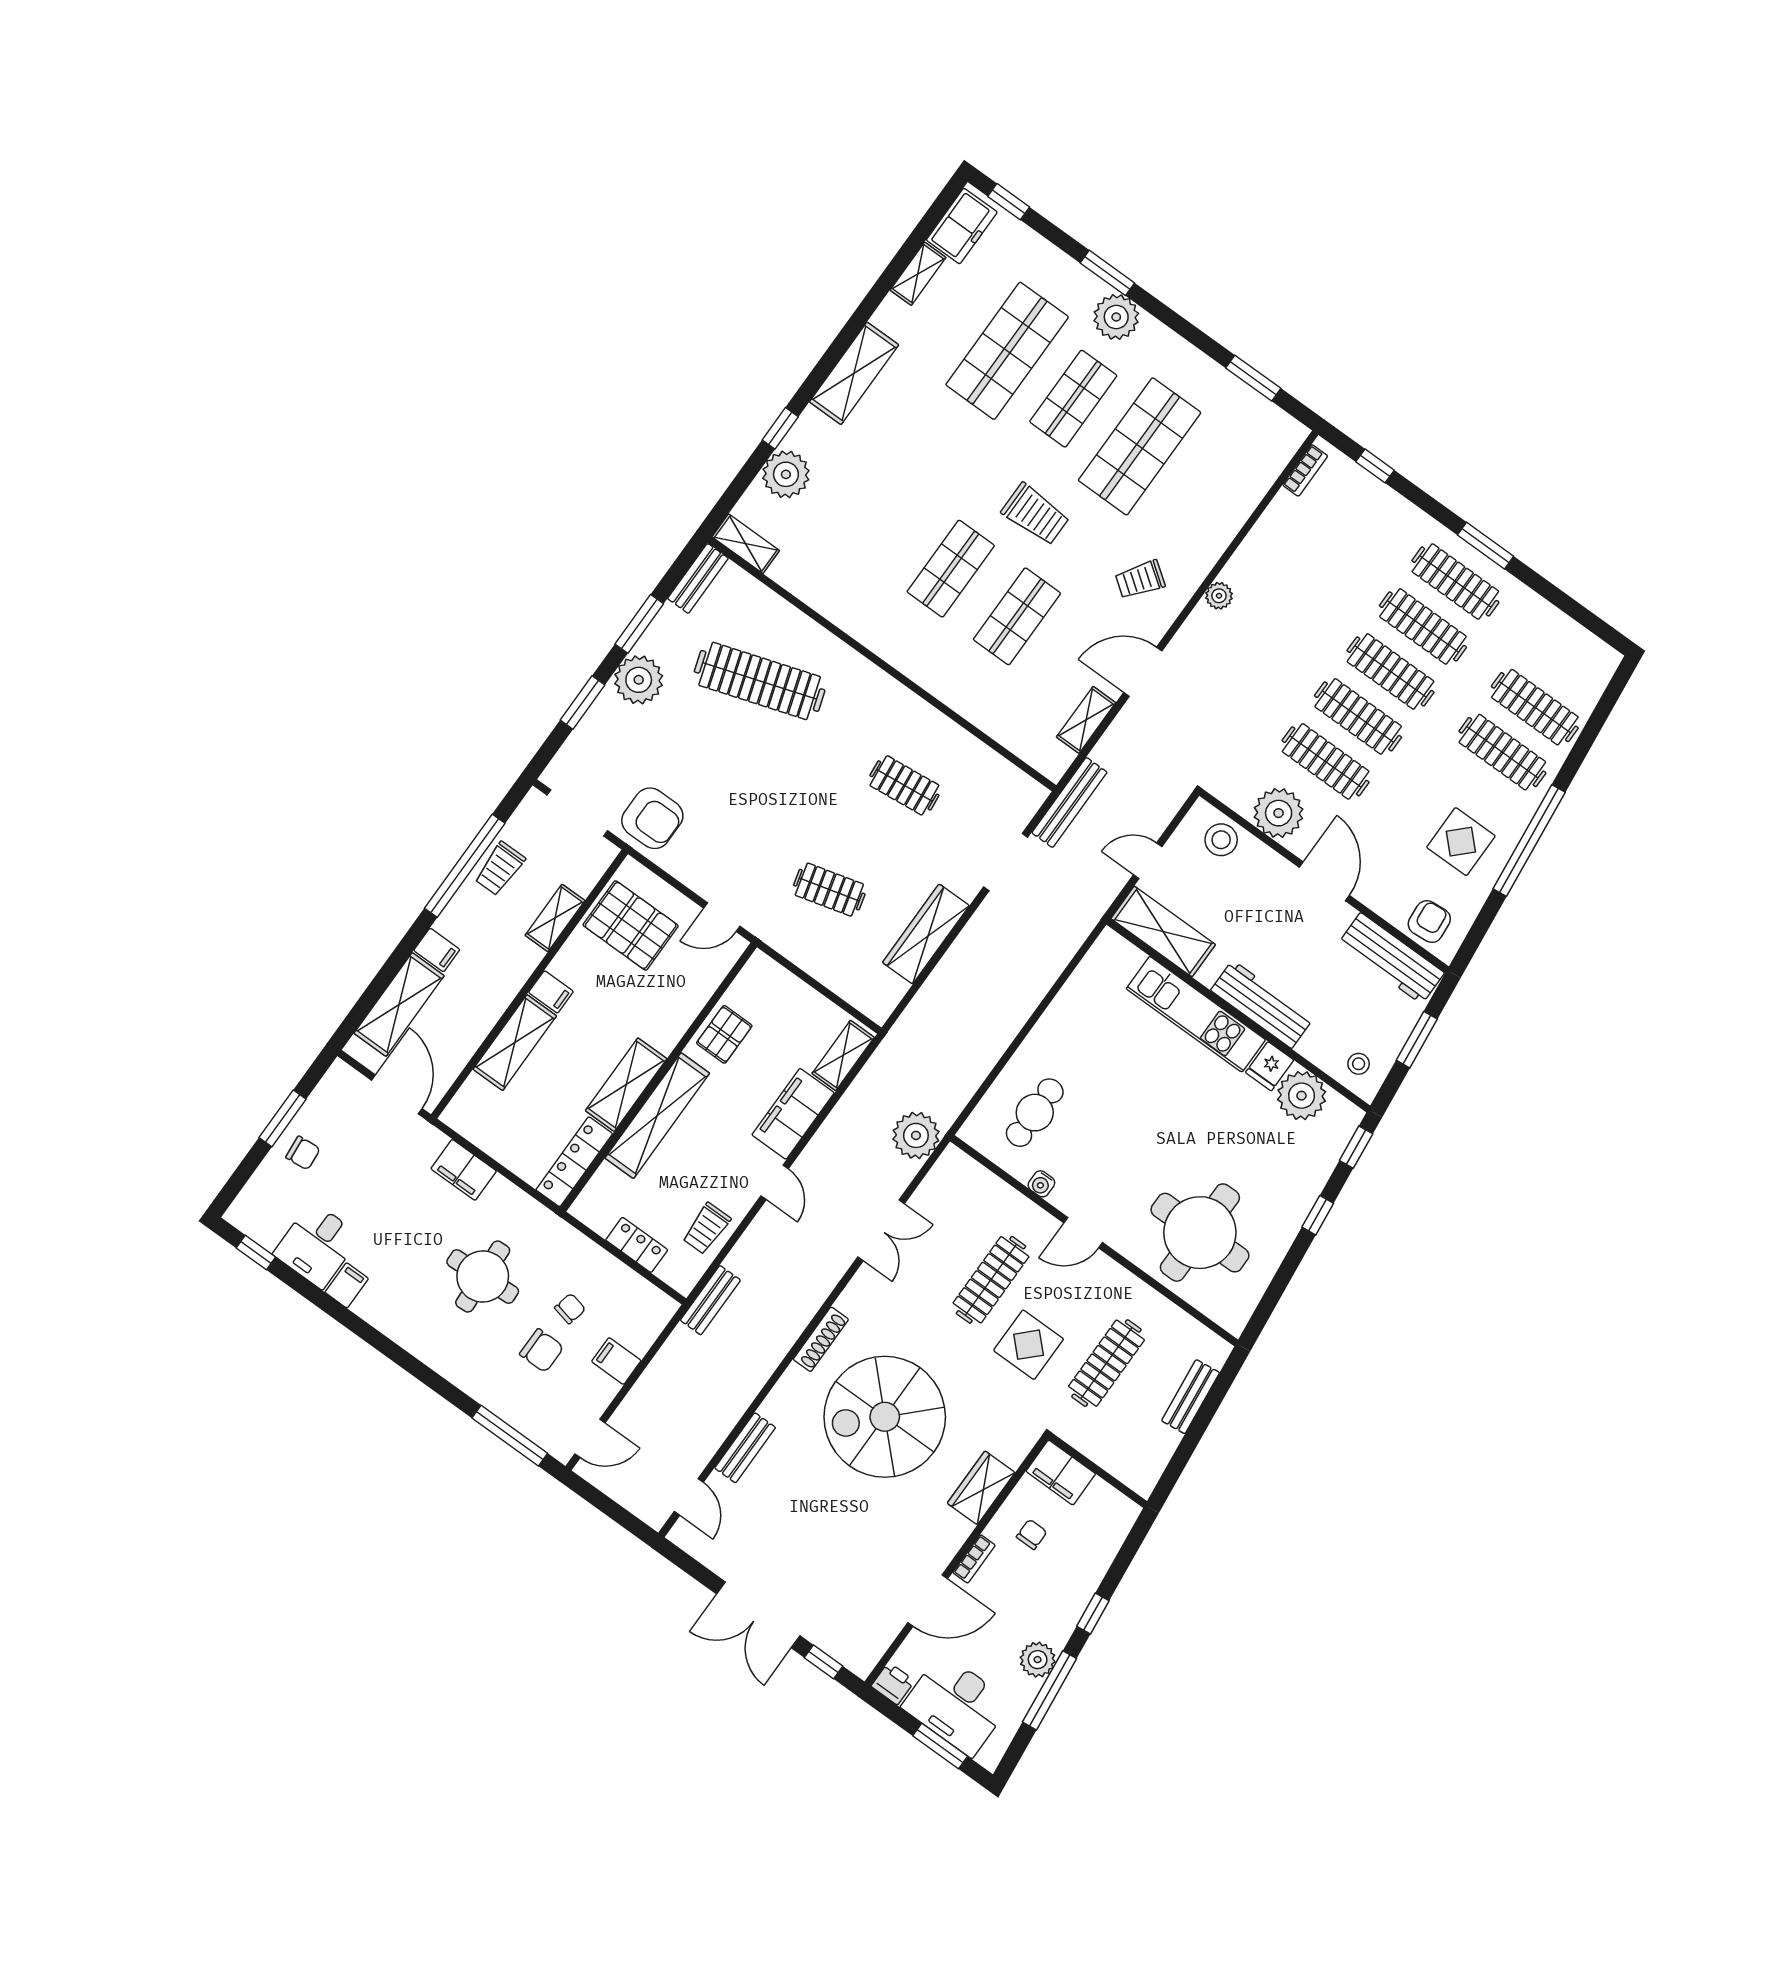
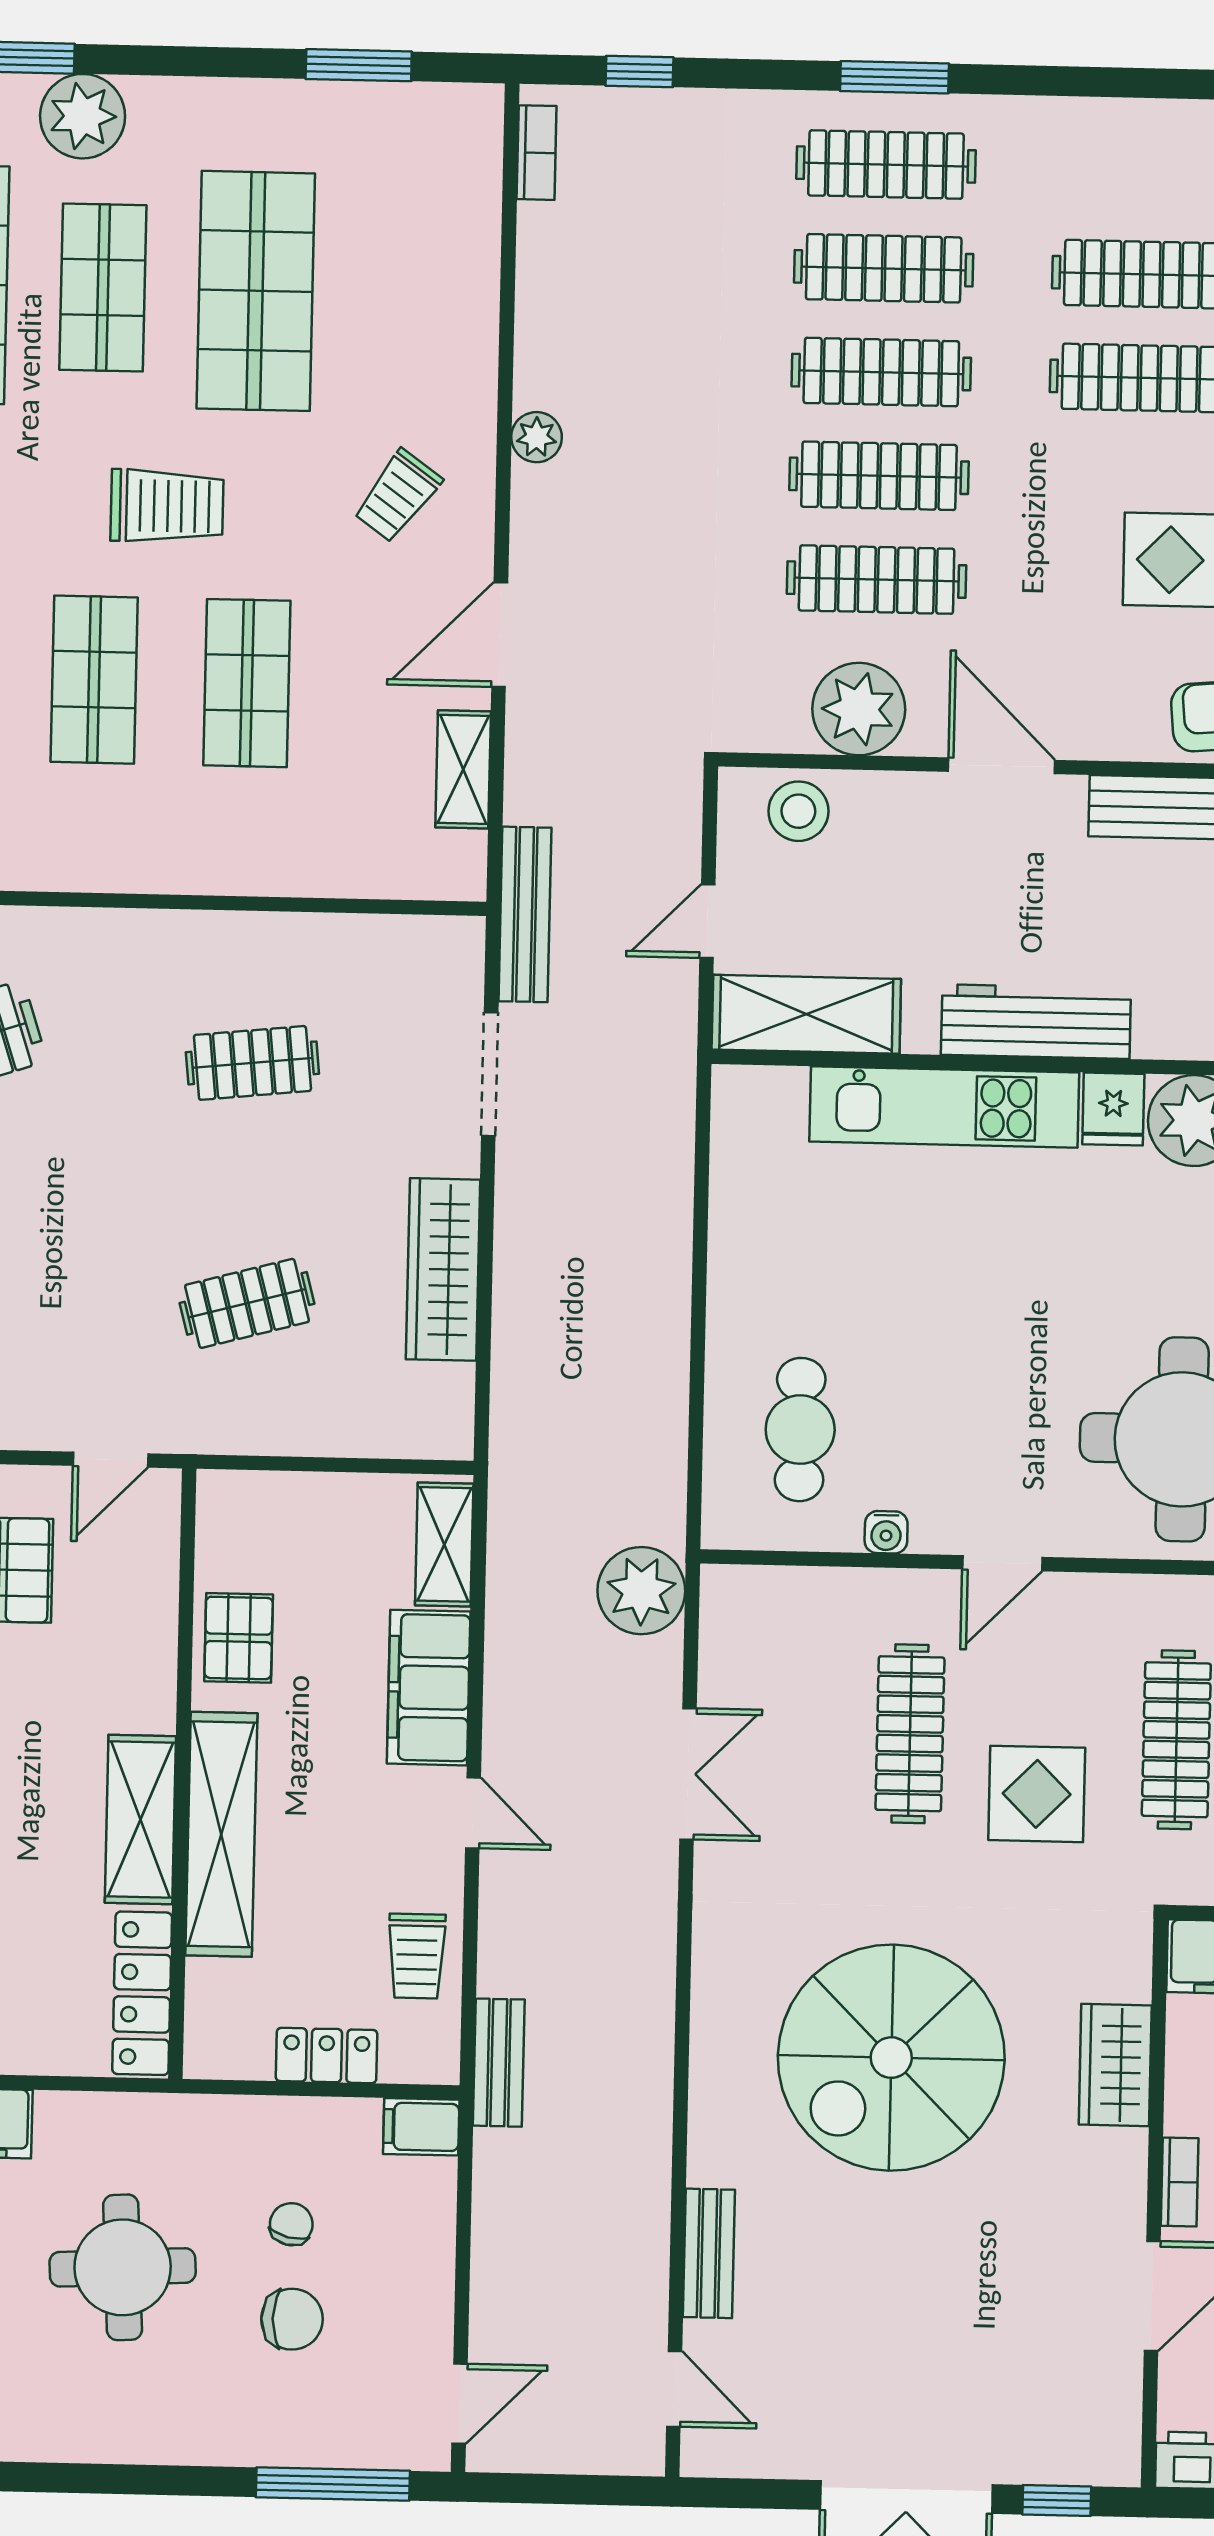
shoe rack: (821, 1339) -> (711, 2006), removed
filing cabinet: (616, 1361) -> (421, 2127), moved

